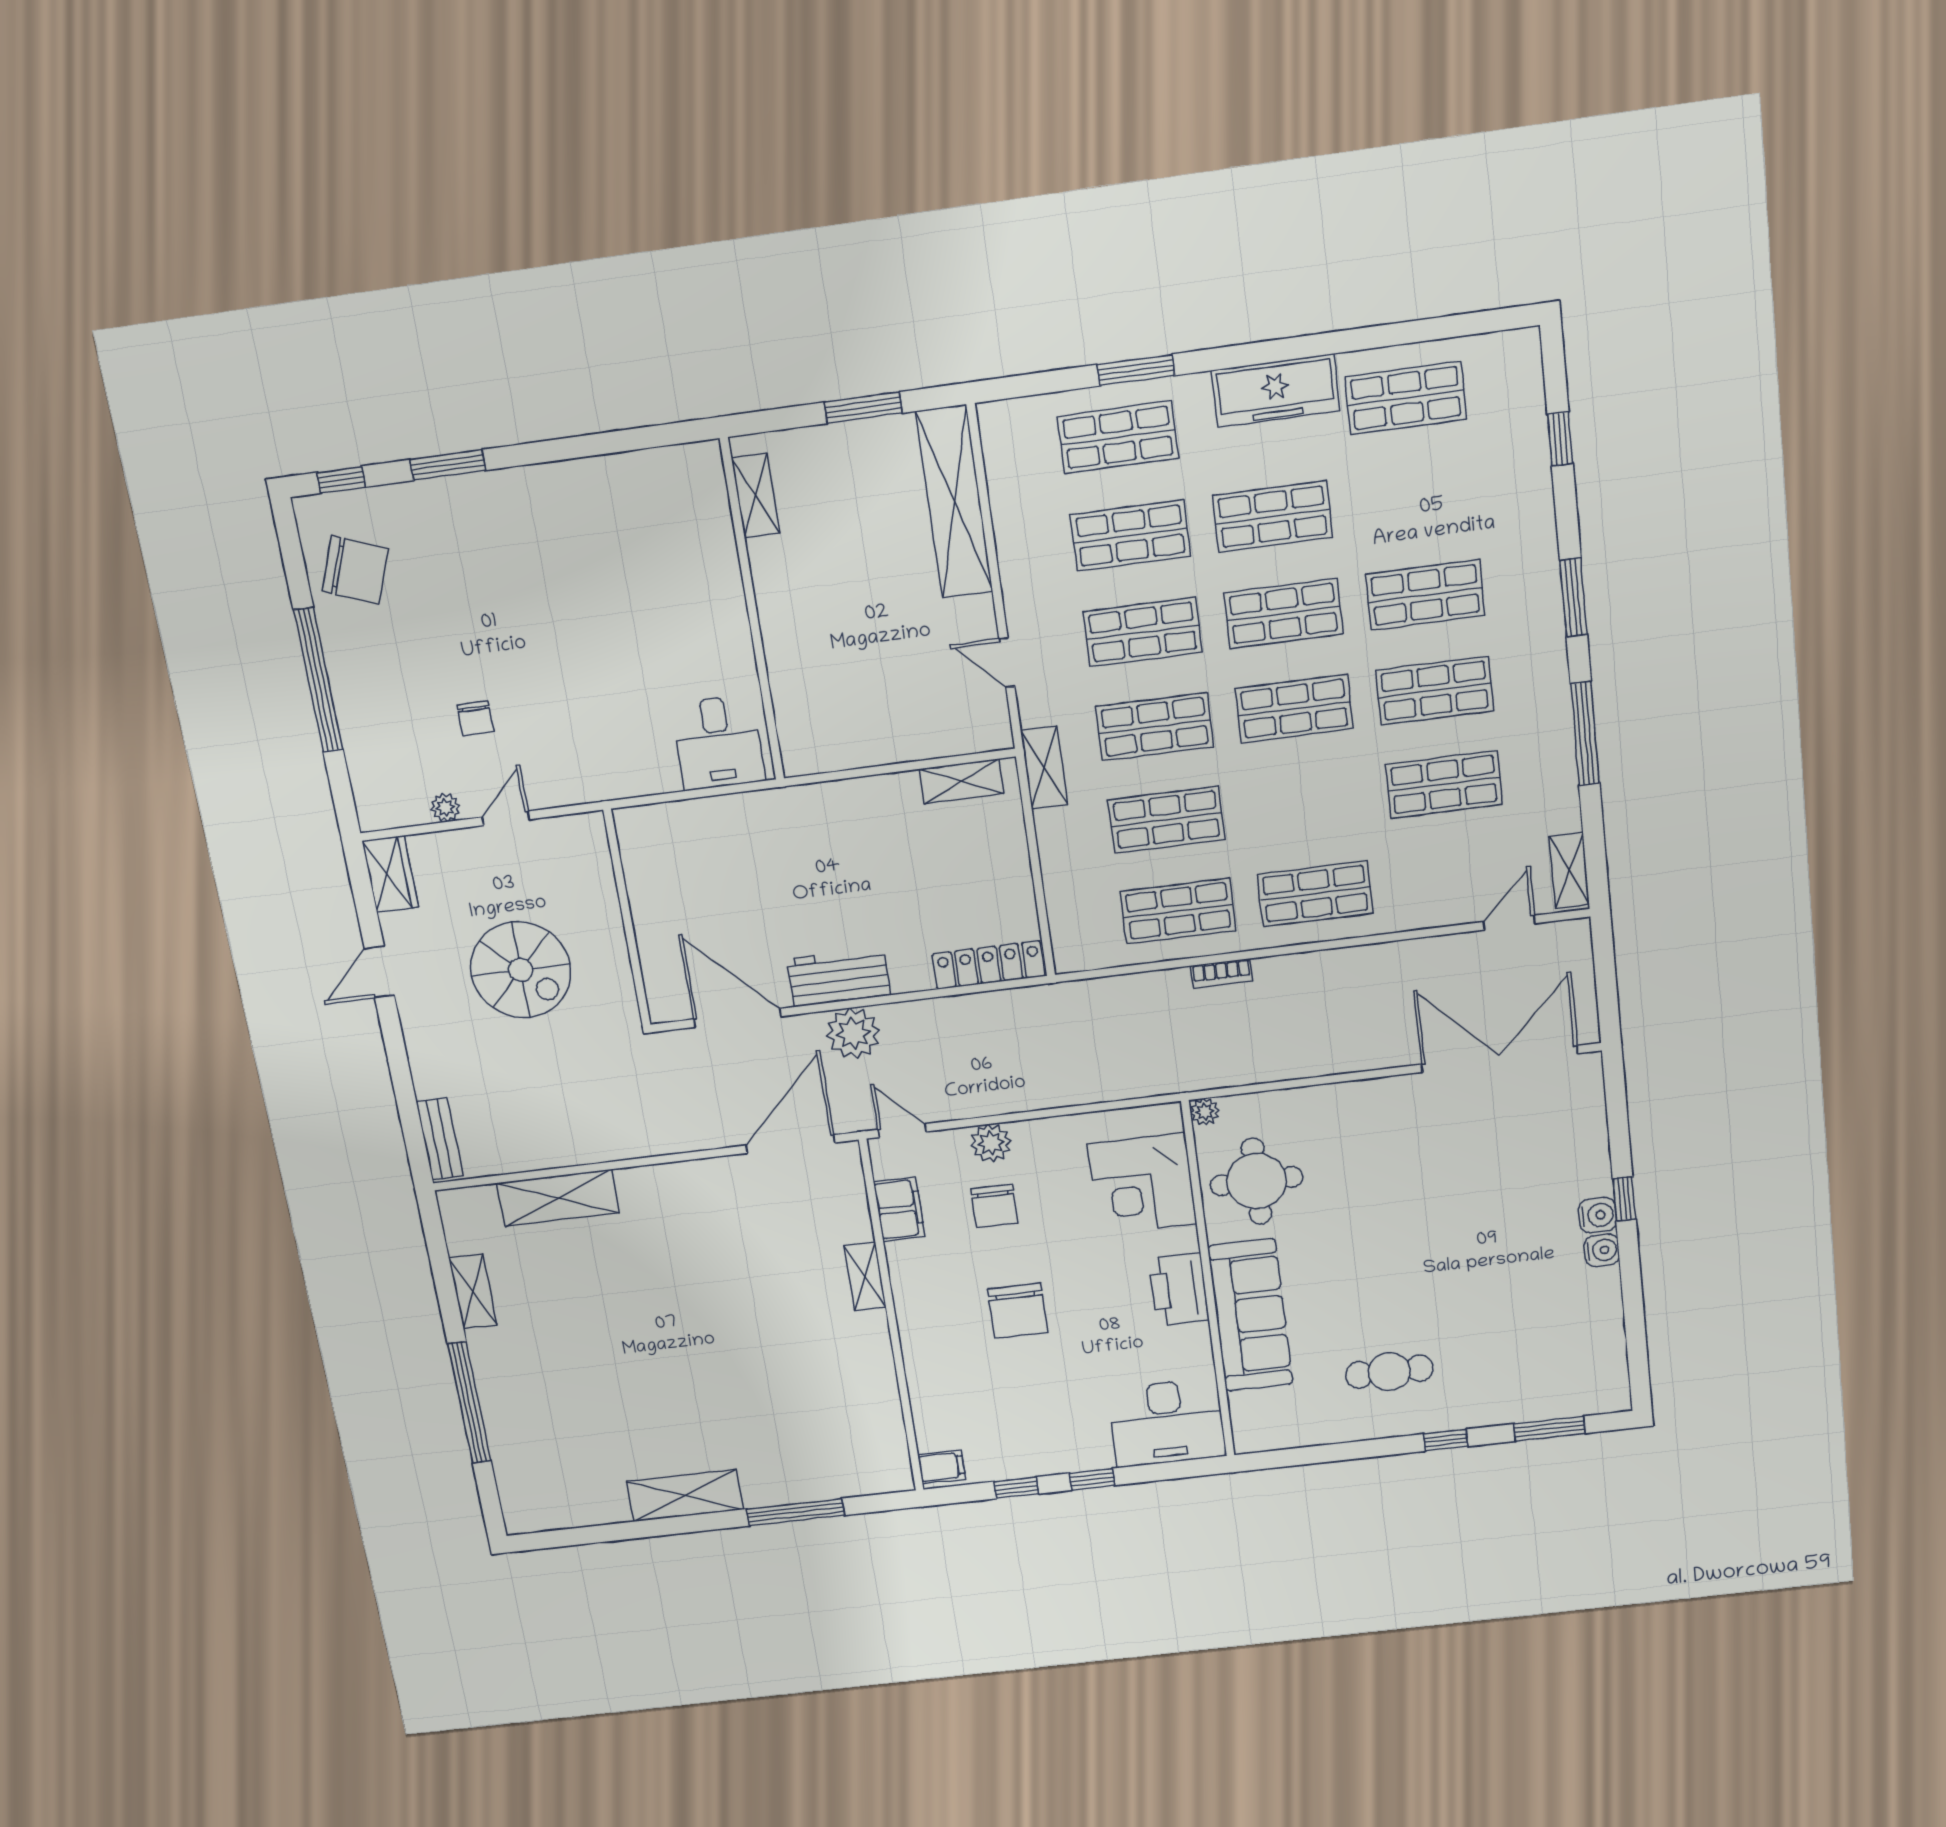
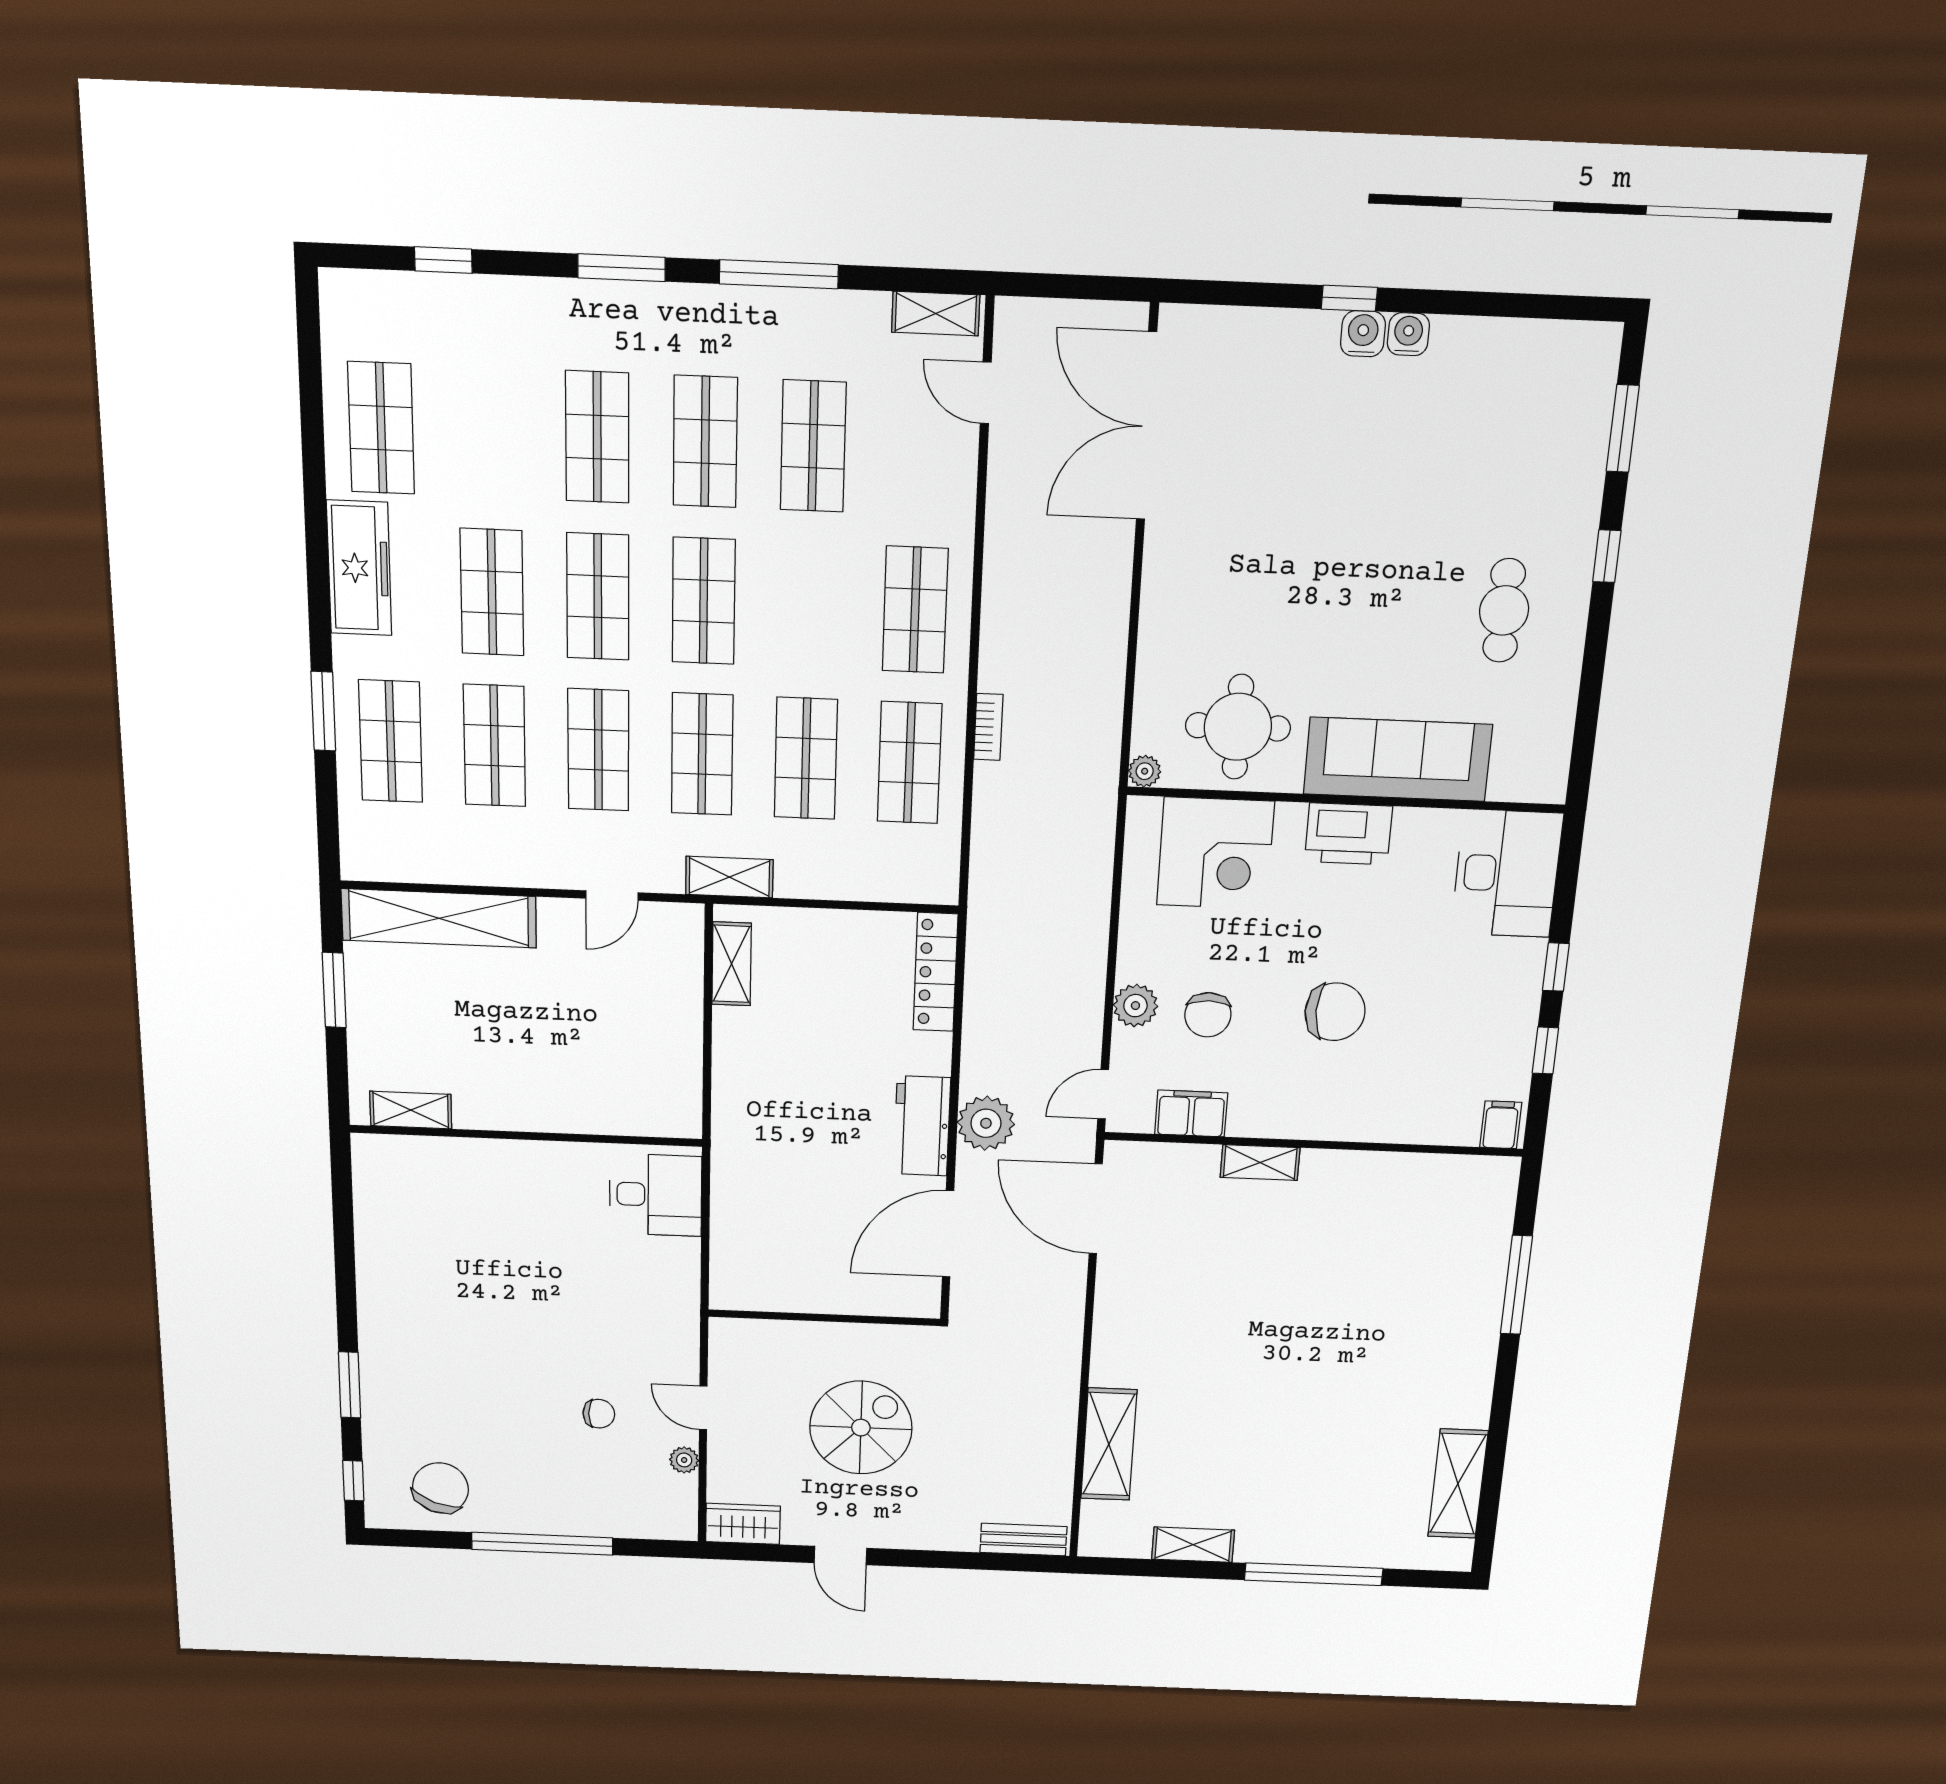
chair: (994, 1206) -> (1208, 1015), turned 90
shelving: (685, 1496) -> (1458, 1484), moved

